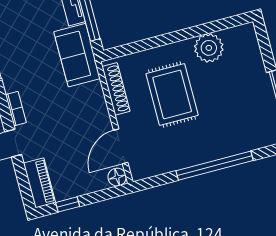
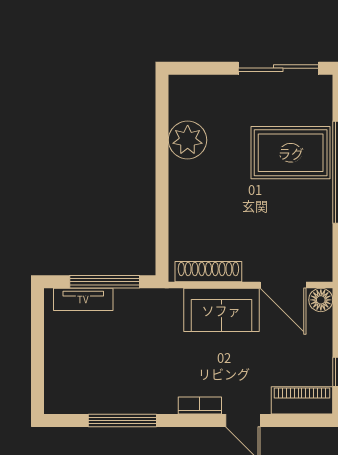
sofa: (77, 55) -> (221, 310), moved
rug: (172, 94) -> (291, 153), moved

